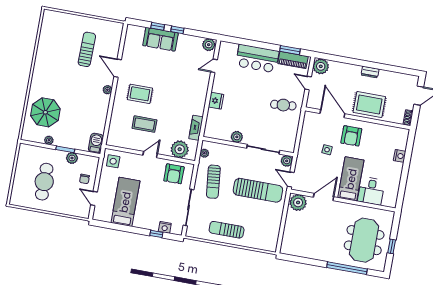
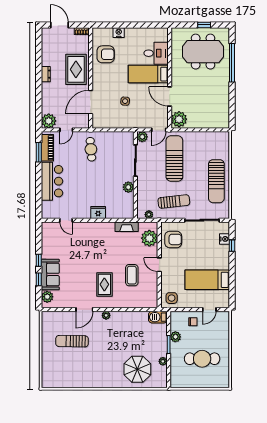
plant: (209, 45) -> (47, 297), moved
armchair: (351, 136) -> (106, 54), moved
sun lounger: (227, 230) -> (216, 181), width x1.36, depth x1.34

